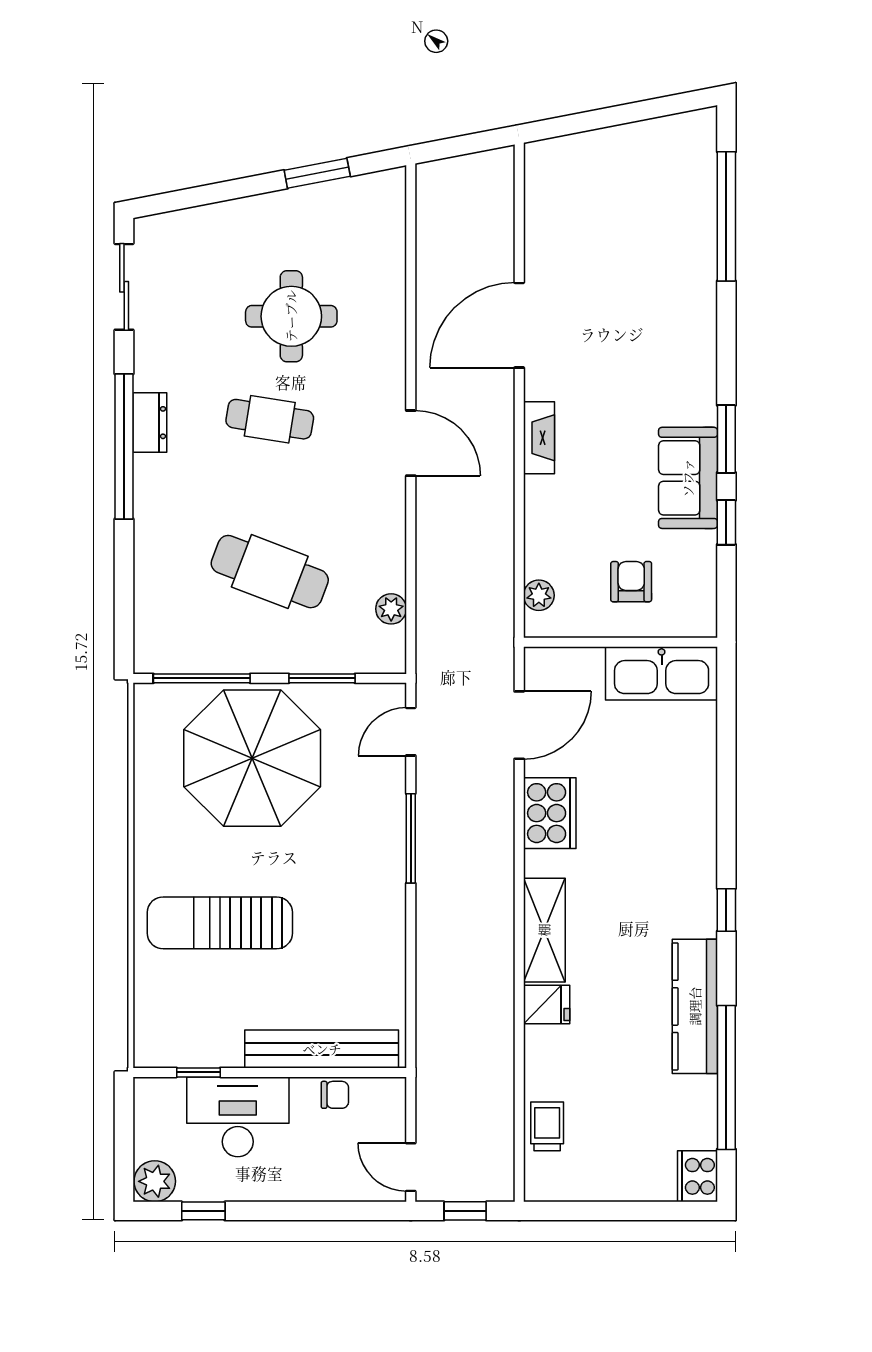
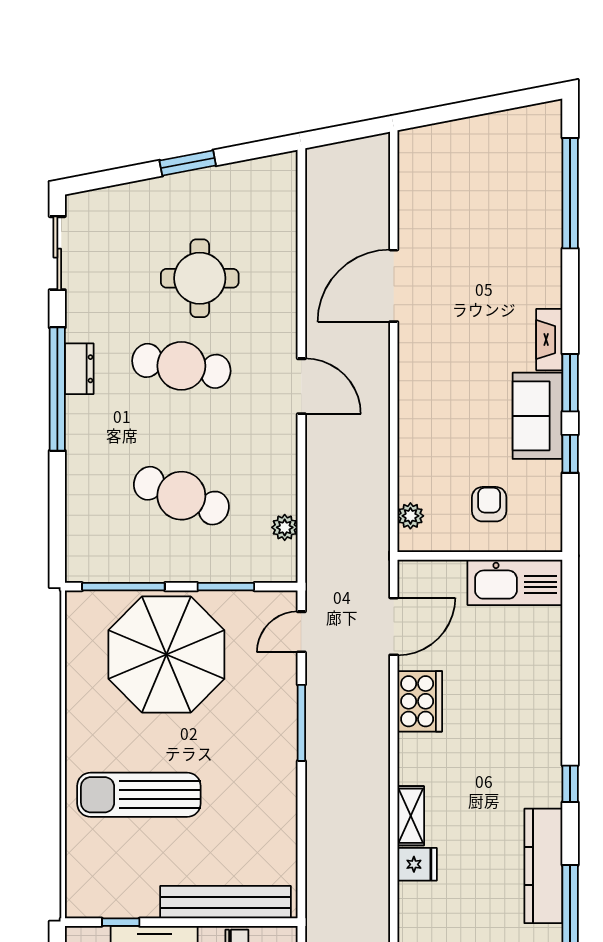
window: (317, 173) -> (188, 163), moved
cafe table: (270, 419) -> (181, 366), width x1.37, depth x1.35
fireplace: (539, 438) -> (549, 340), moved, turned 180
shelving: (544, 930) -> (411, 816), width x0.67, depth x0.75

